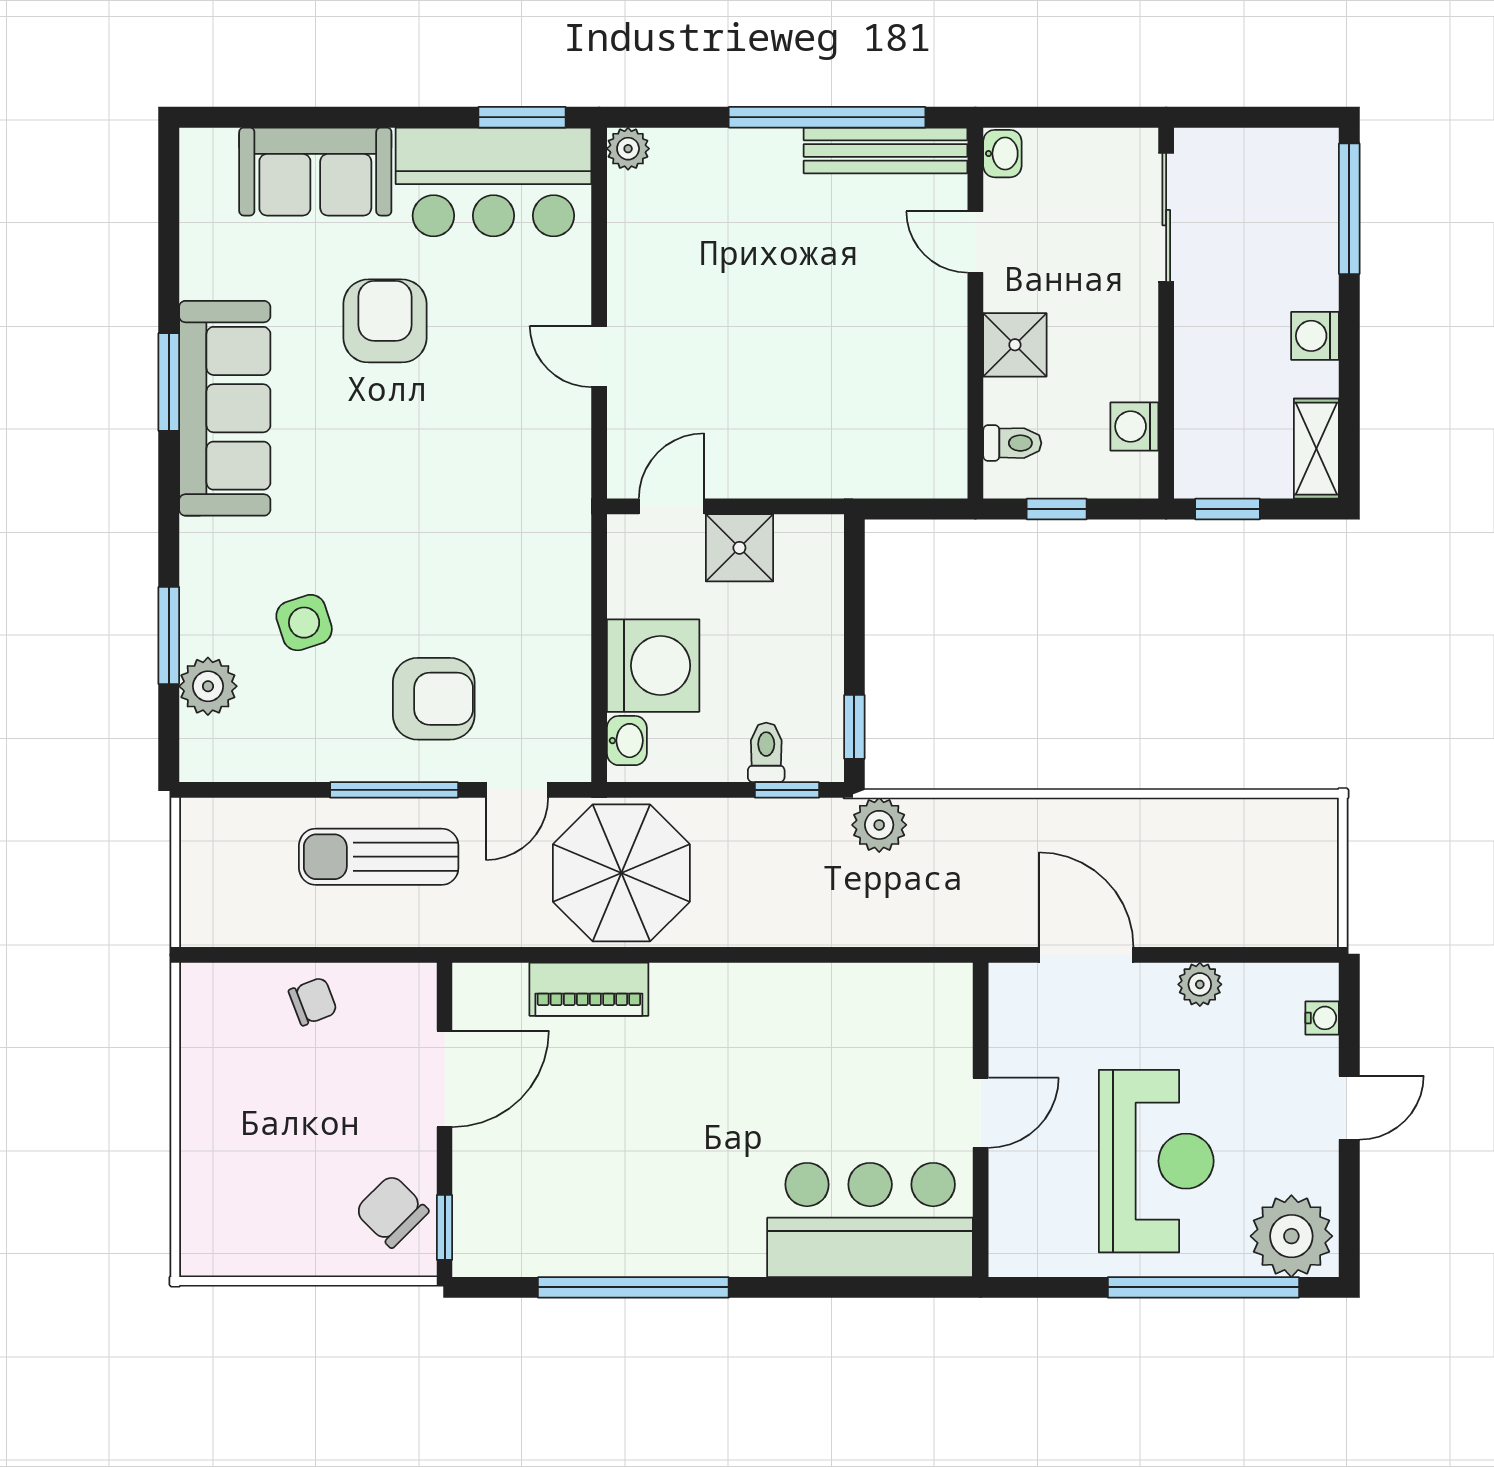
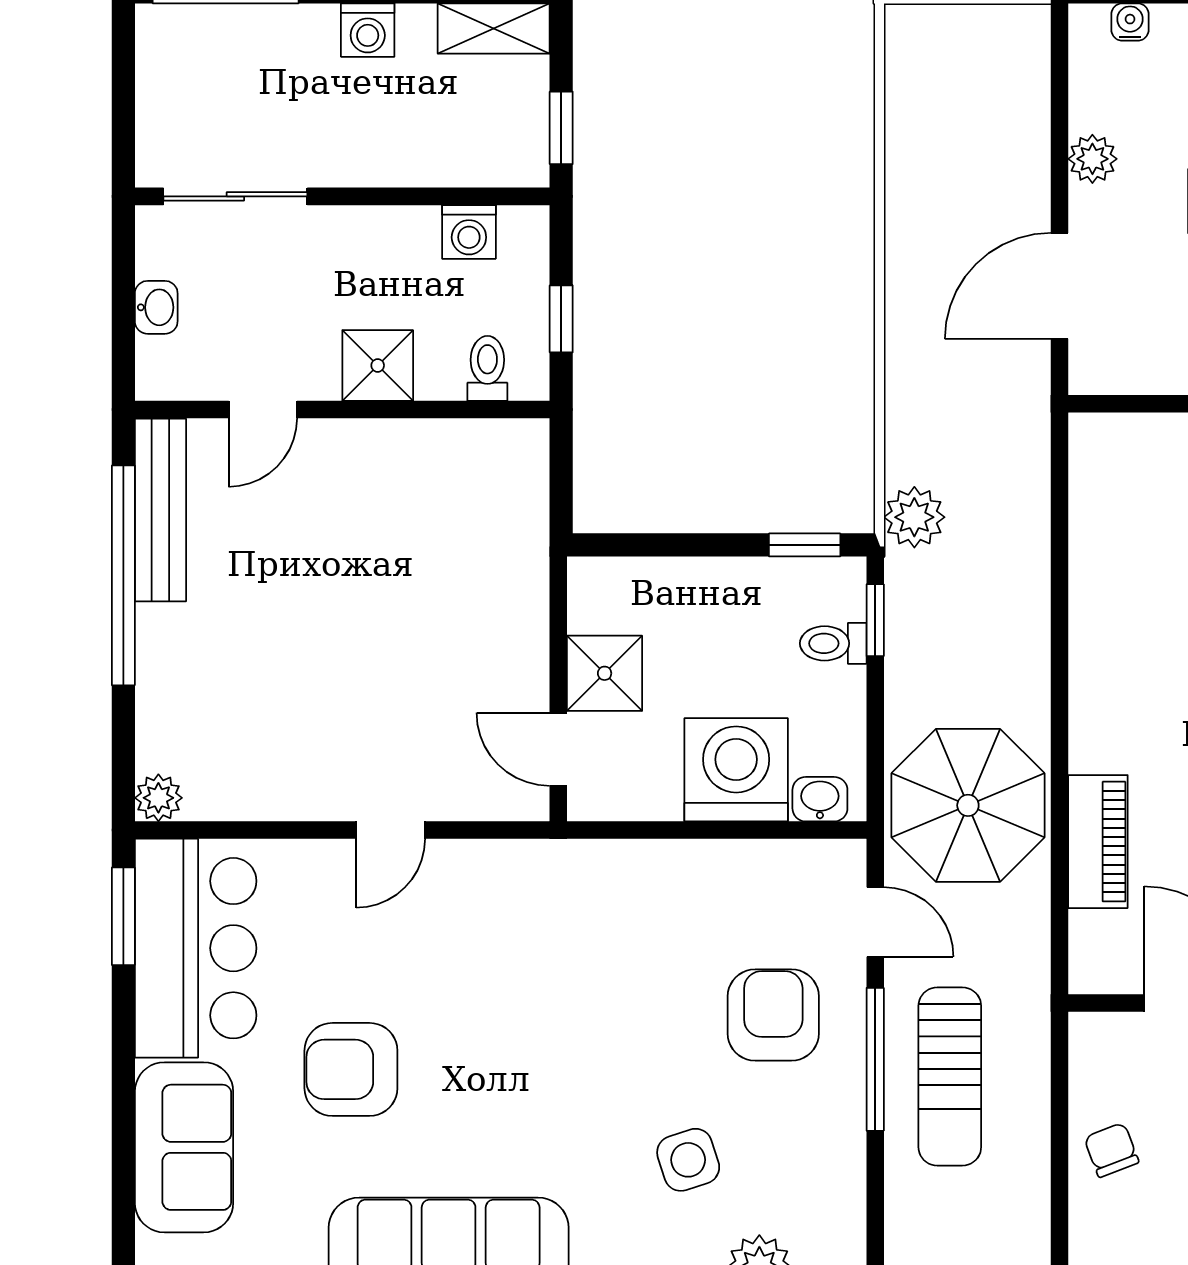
washbasin: (1002, 154) -> (156, 307), moved, turned 90

